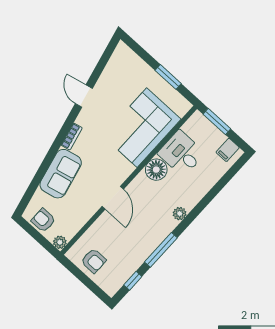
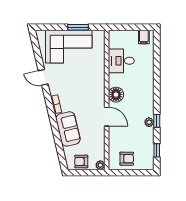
window: (217, 121) -> (125, 27), removed
corner sofa: (142, 128) -> (69, 47), moved, turned -90
floor lamp: (156, 170) -> (116, 95), moved
plant: (180, 214) -> (149, 122), moved
window: (161, 250) -> (157, 121), width x0.46

